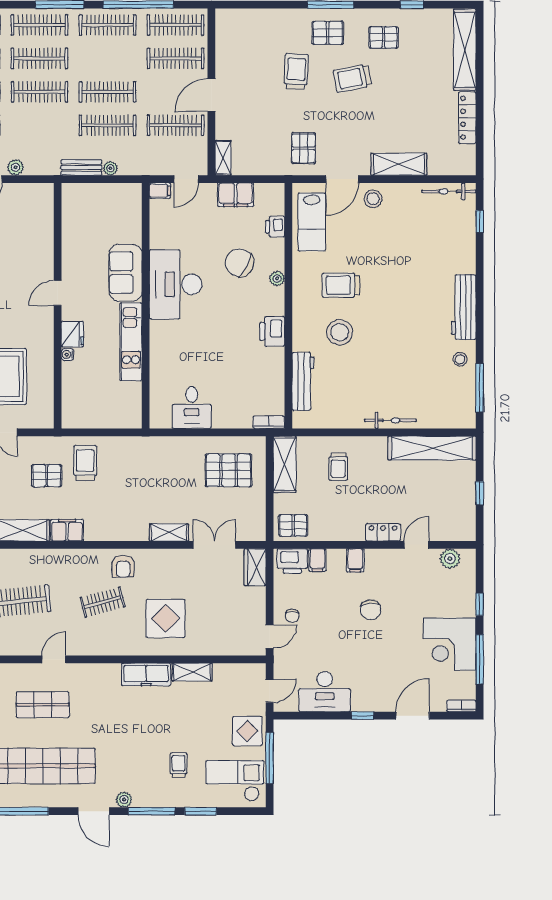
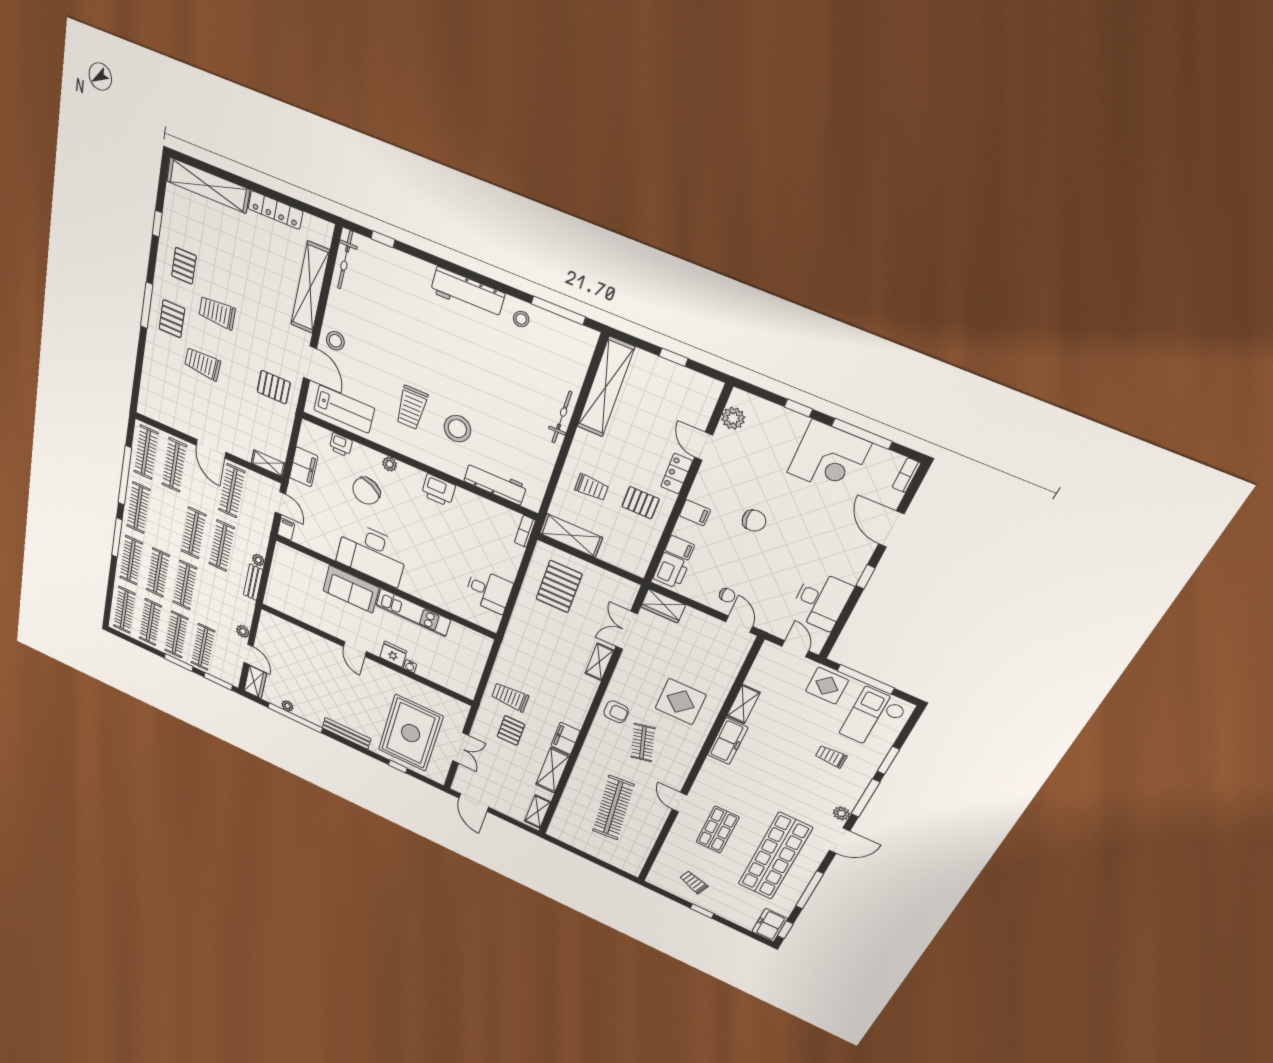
trolley: (352, 78) -> (217, 313), turned 101
shelving: (399, 164) -> (310, 288), width x1.47
pallet: (293, 525) -> (641, 503), moved, turned 90

